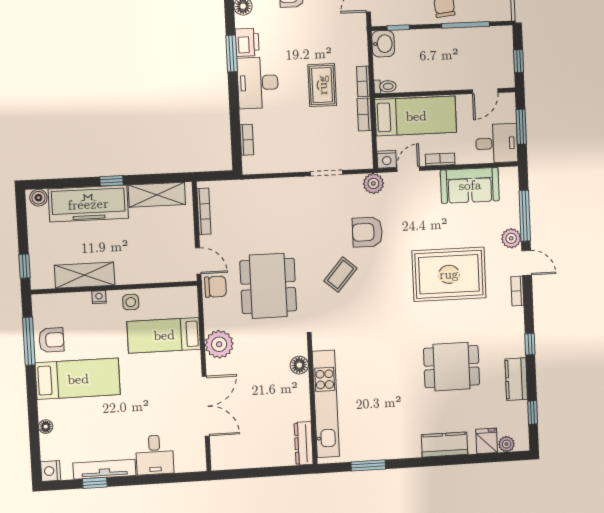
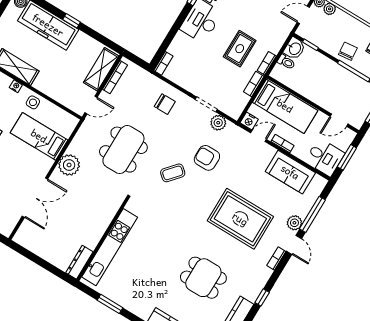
toilet: (385, 86) -> (286, 62), moved
bookcase: (247, 140) -> (163, 63), moved
plant: (373, 183) -> (218, 123), moved
shelving: (157, 195) -> (101, 69), moved, turned 90
door: (198, 261) -> (91, 105), hinge flipped
chair: (215, 287) -> (165, 104), moved
floor lamp: (299, 365) -> (110, 212), removed

